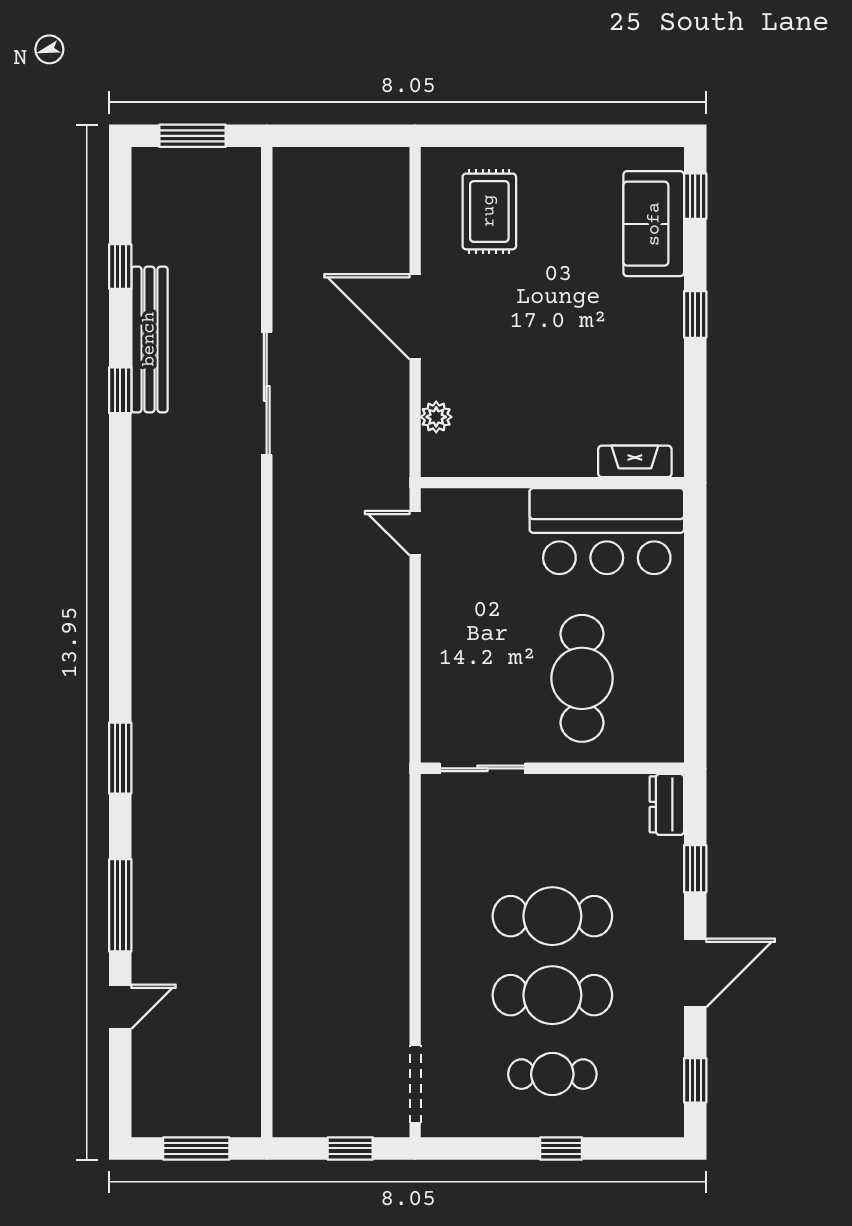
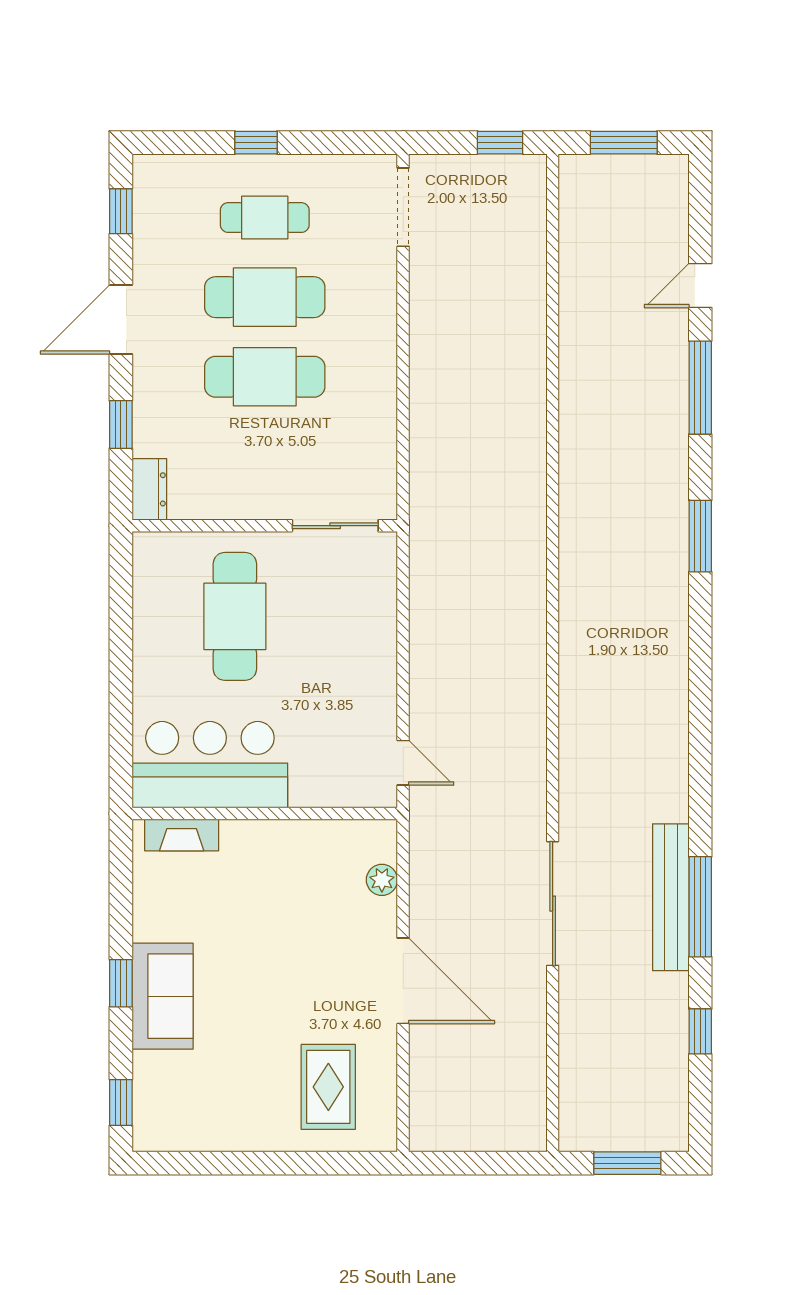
sofa: (654, 224) -> (163, 996), moved
bench: (149, 339) -> (671, 897), moved
window: (120, 390) -> (700, 907), width x2.17
window: (350, 1148) -> (500, 143), moved

